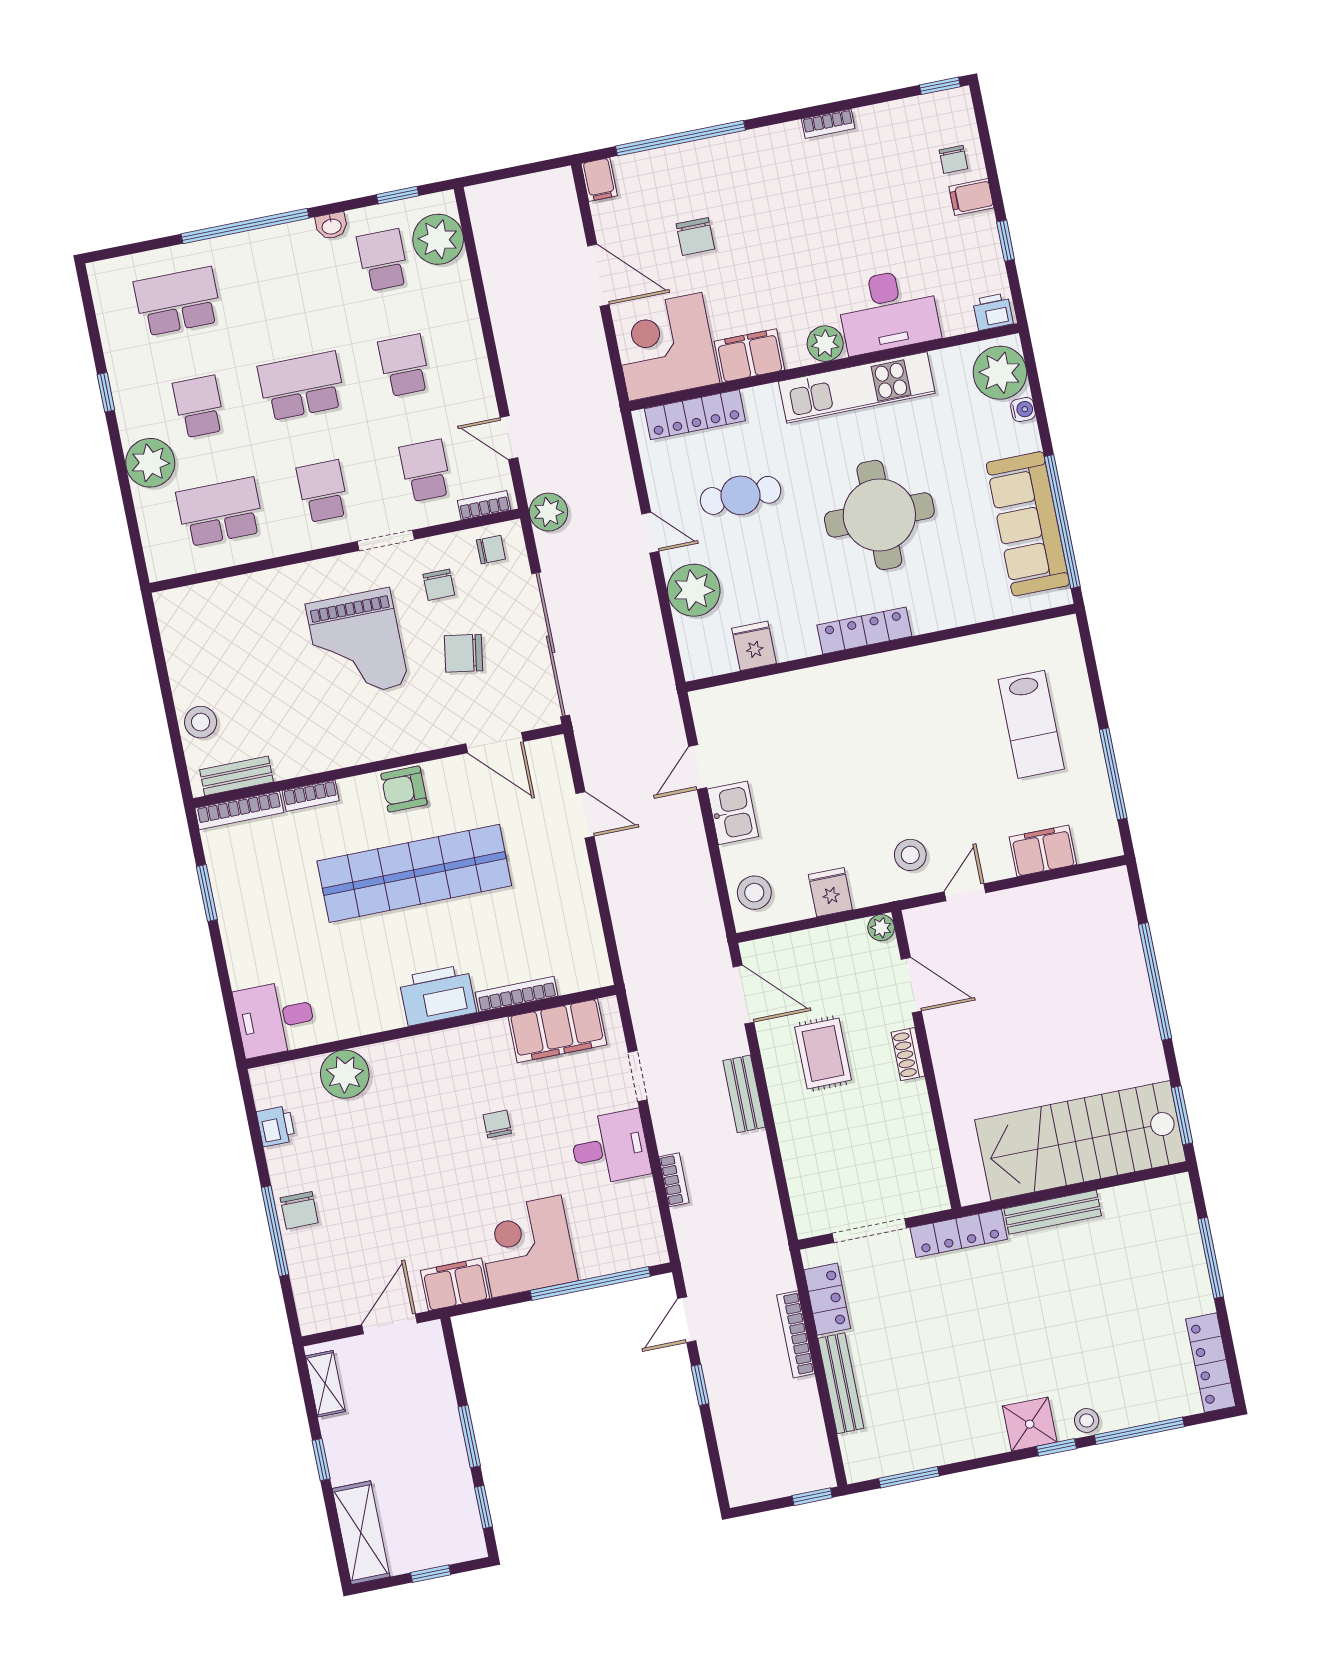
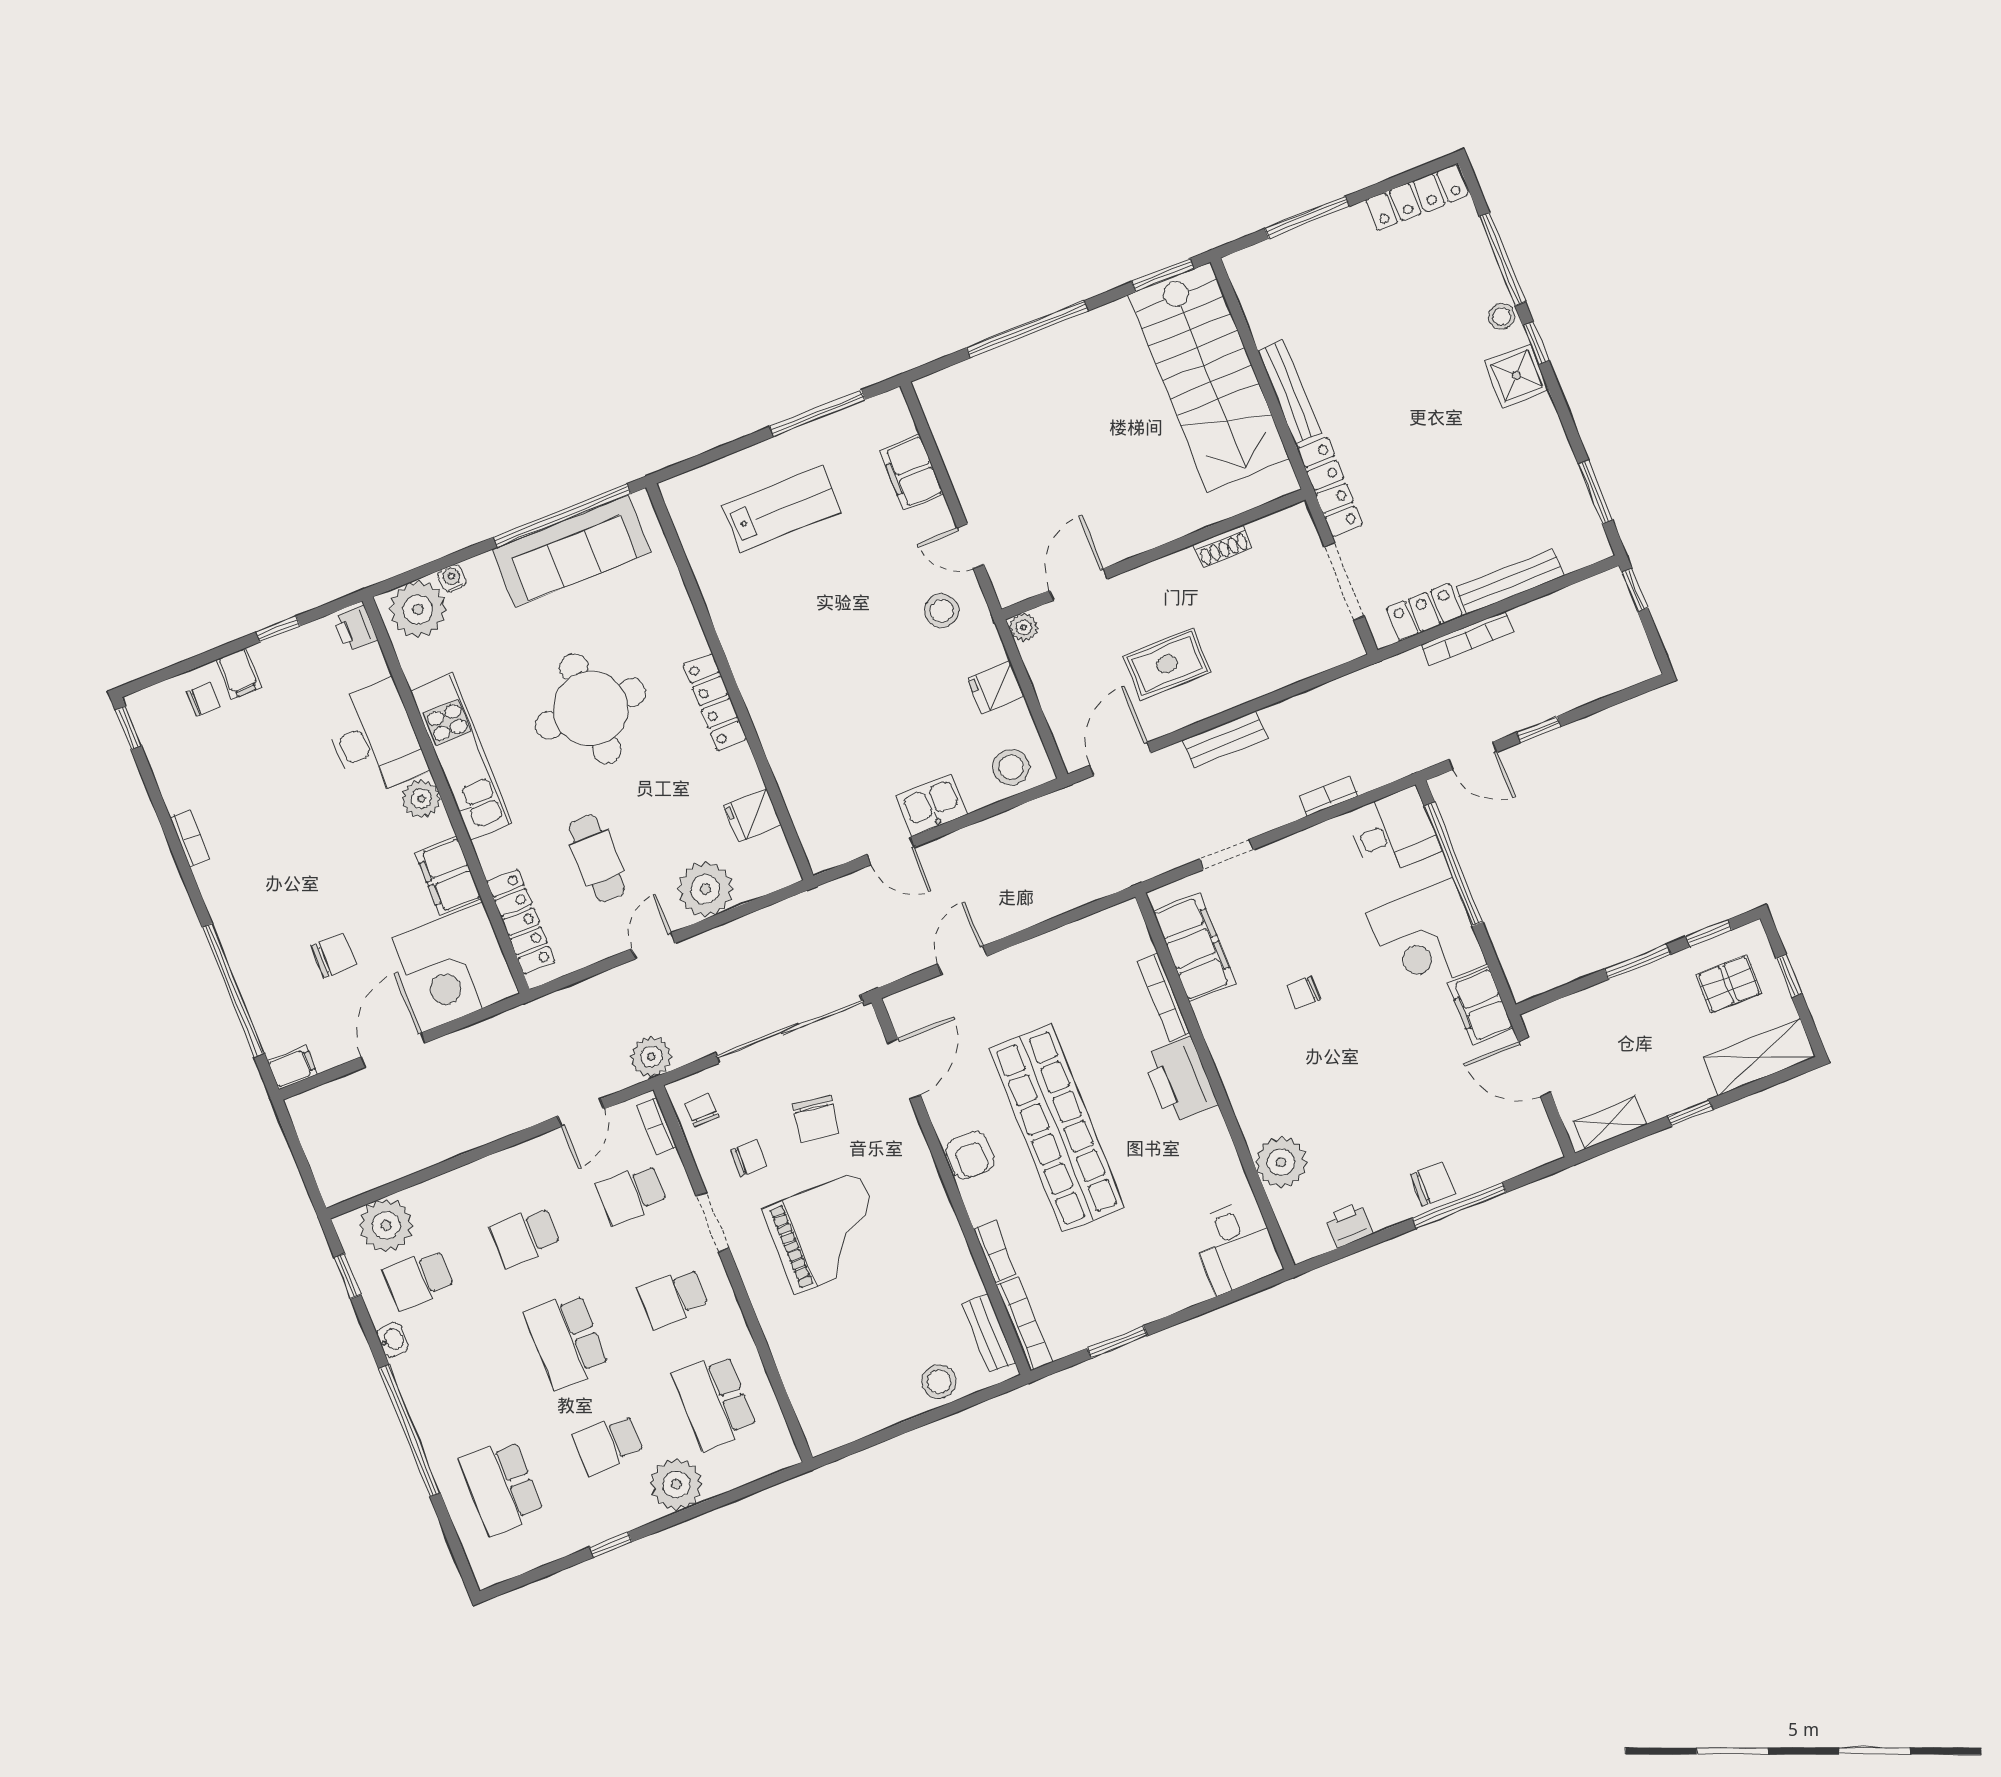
shoe rack: (908, 1054) -> (1223, 546), moved
desk: (610, 1148) -> (1393, 832), moved, turned 90
pallet: (433, 1517) -> (1729, 984), added

